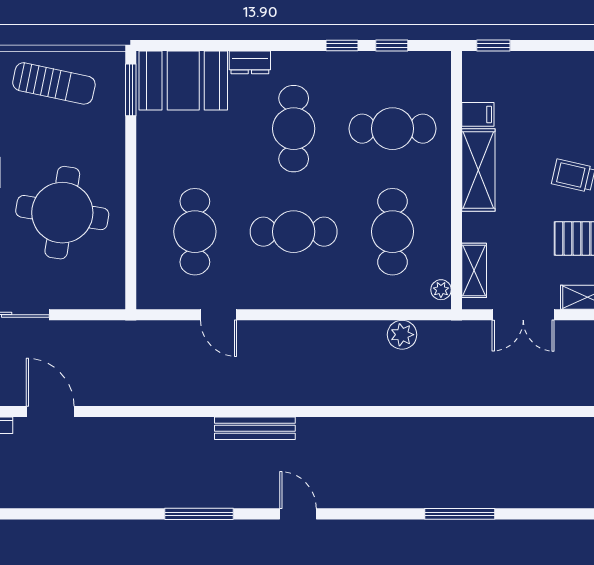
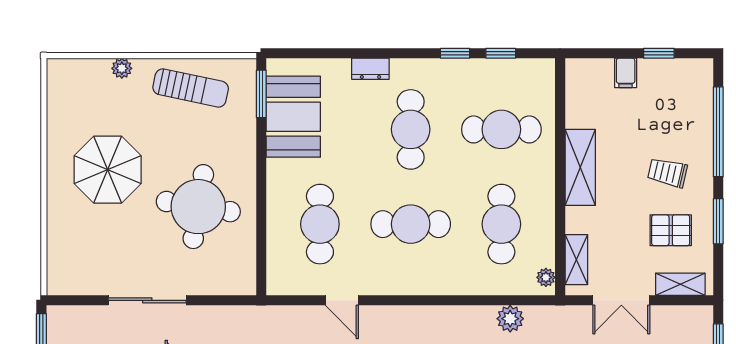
window: (493, 46) -> (659, 53), moved
booth: (183, 81) -> (293, 117), moved, turned 90
filing cabinet: (478, 114) -> (626, 73), moved, turned 90

